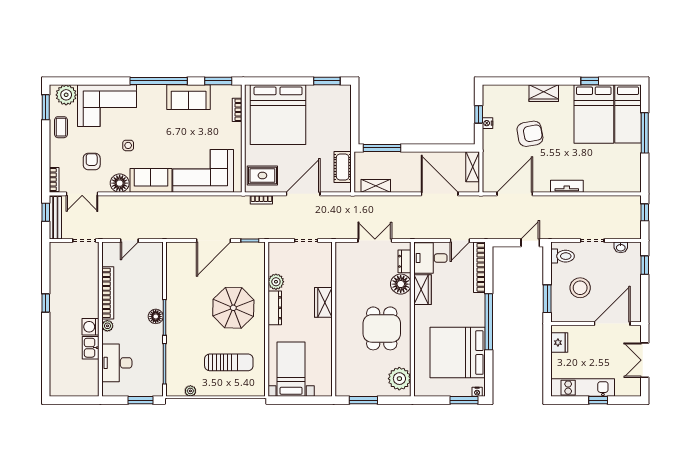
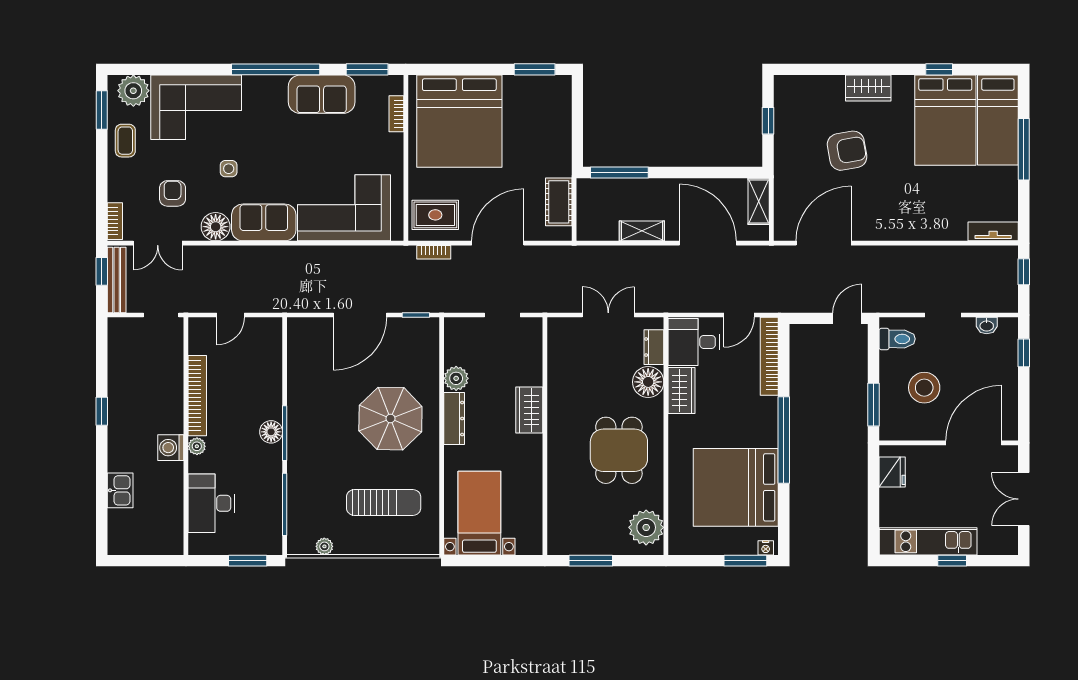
nightstand: (488, 123) -> (782, 134), removed
shelving: (376, 186) -> (642, 231), moved
tv unit: (567, 186) -> (993, 231), moved
kitchen sink: (91, 348) -> (120, 490), moved, turned 180

